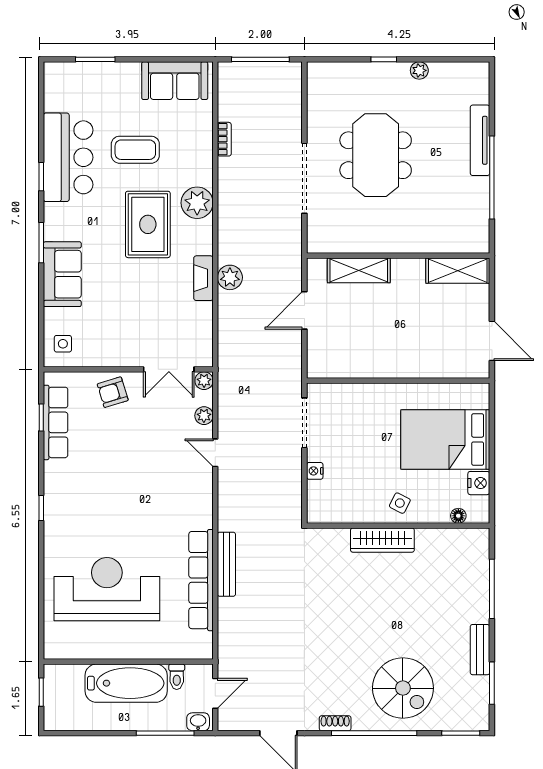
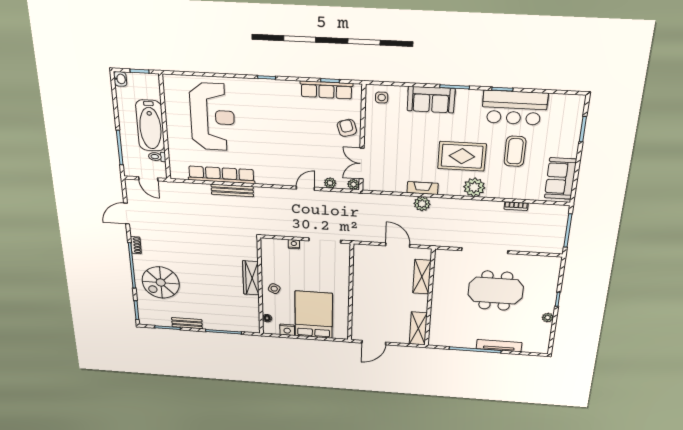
washbasin: (198, 722) -> (120, 79), moved

